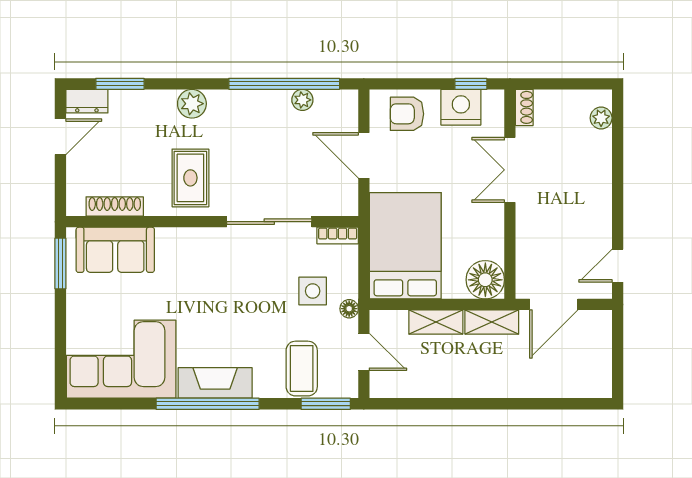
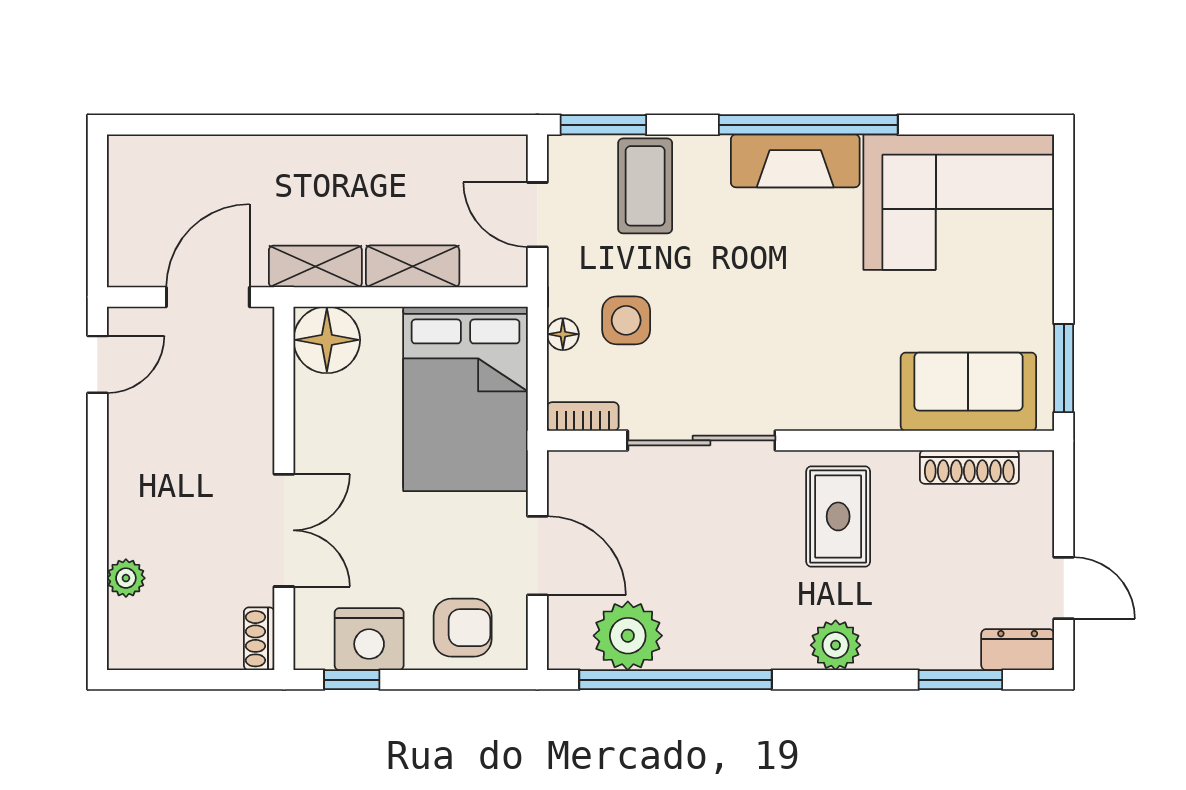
plant: (302, 100) -> (628, 636), width x1.88, depth x1.88
plant: (601, 118) -> (126, 578), moved
door: (60, 137) -> (1064, 588), swing flipped
floor lamp: (349, 309) -> (563, 334), moved

